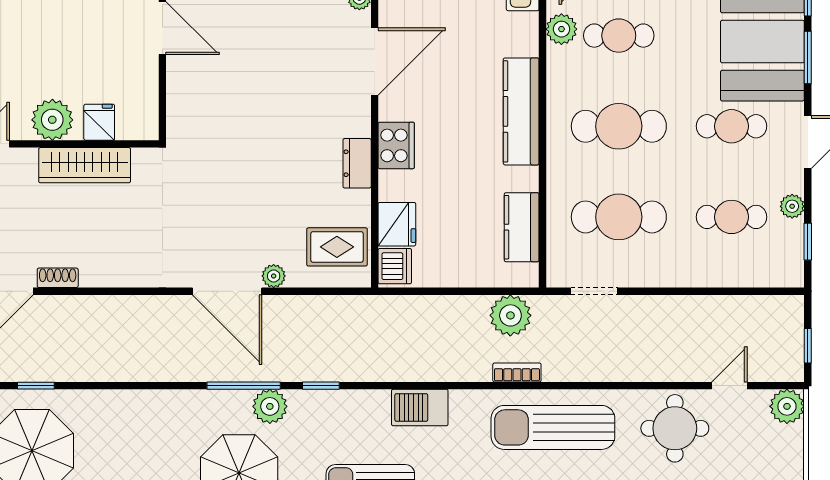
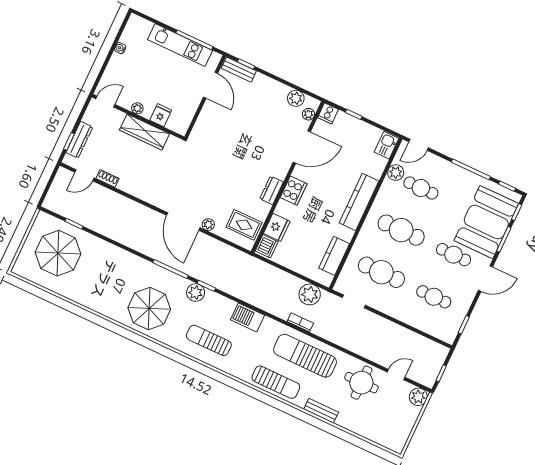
plant: (52, 120) -> (137, 108), width x0.53, depth x0.53
plant: (792, 206) -> (464, 305), removed
plant: (270, 406) -> (196, 293), moved

